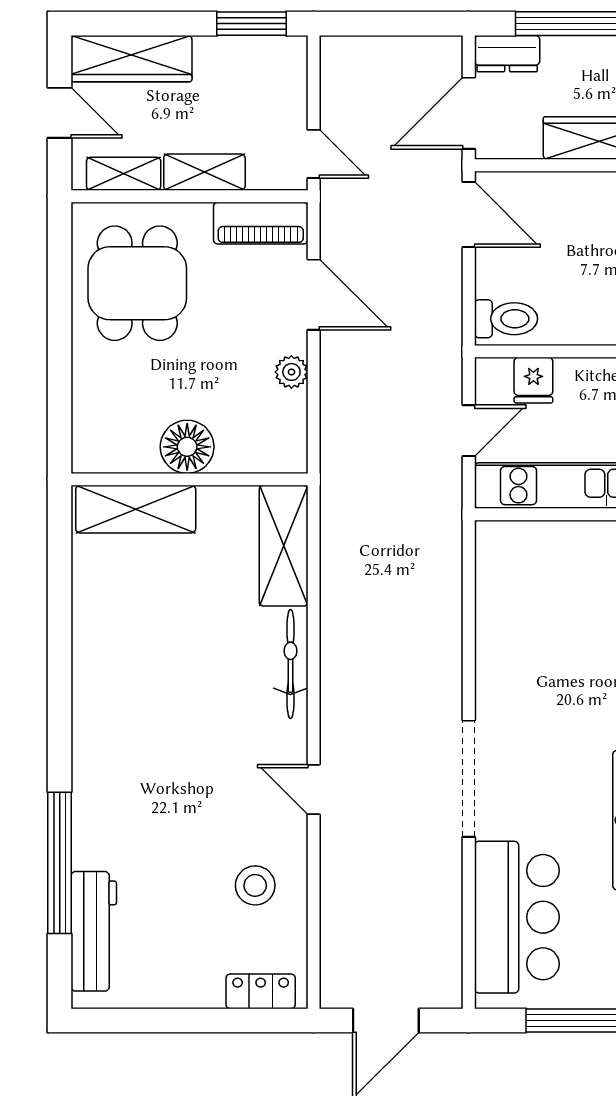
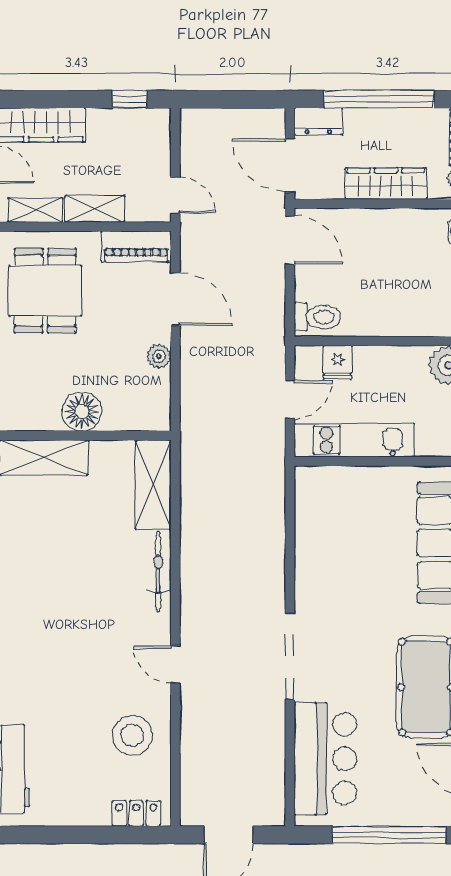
window: (252, 24) -> (130, 99), width x0.67
door: (469, 113) -> (290, 165), hinge flipped
stool: (255, 885) -> (132, 735), width x1.38, depth x1.38

